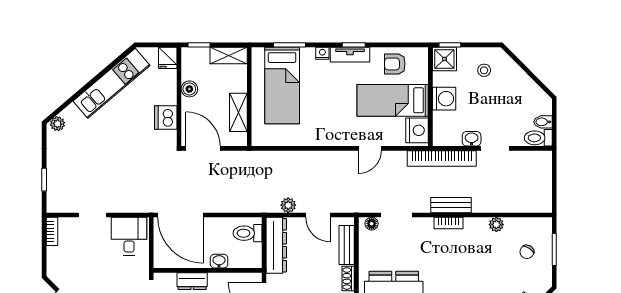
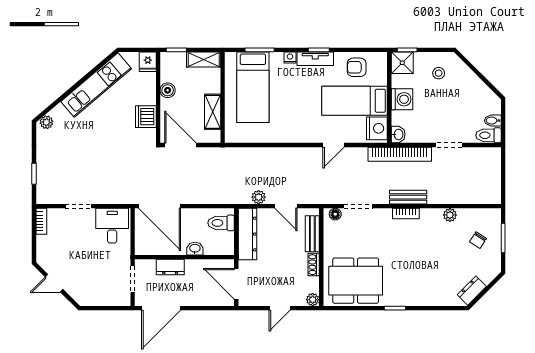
washbasin: (472, 139) -> (398, 134), moved, turned 90

